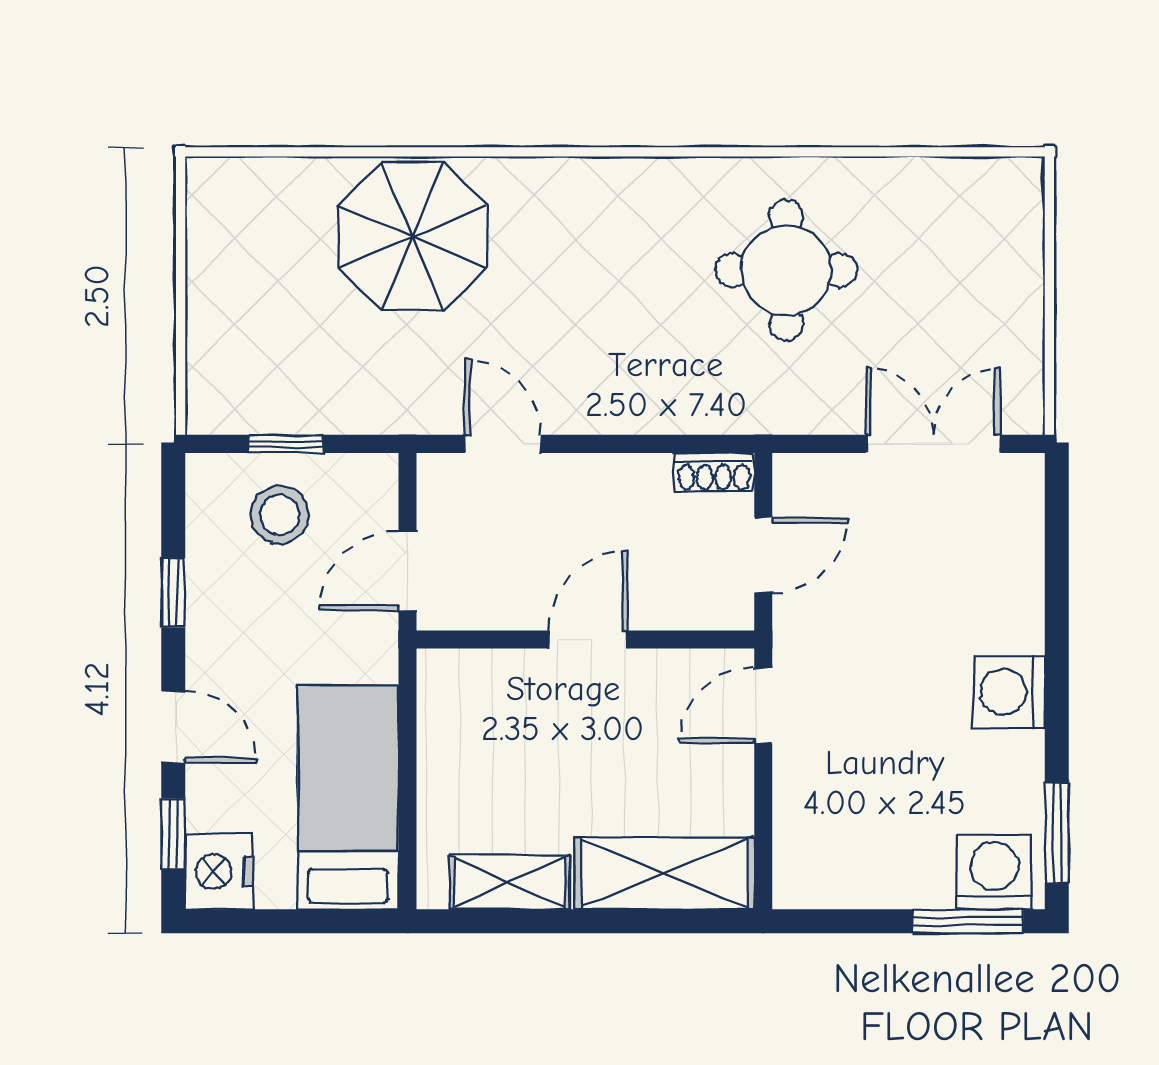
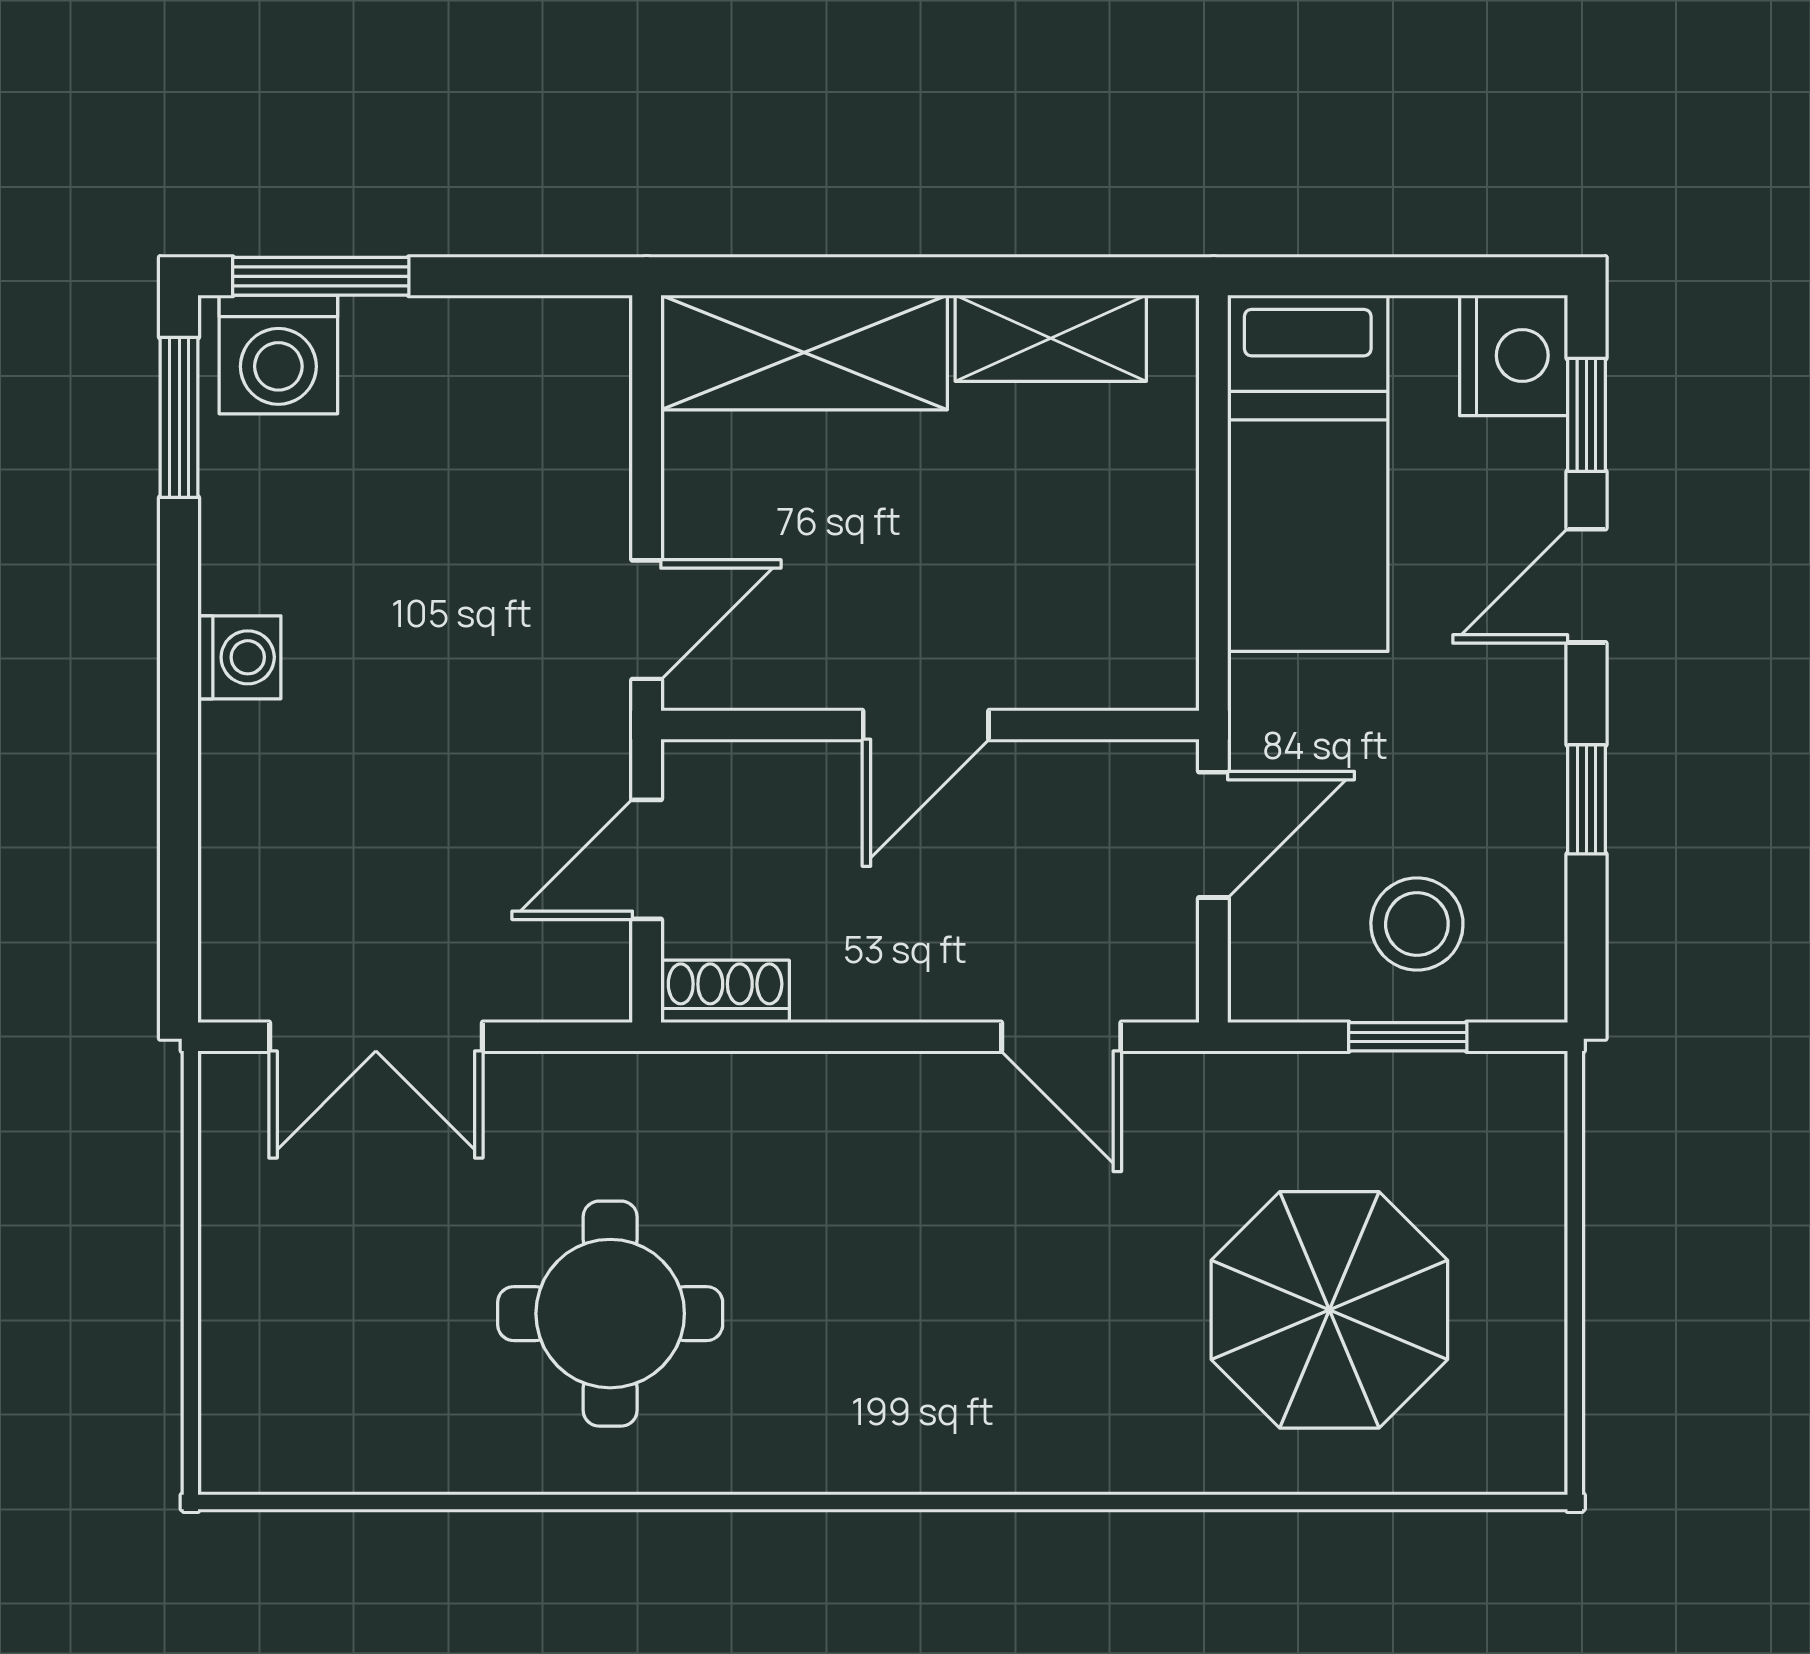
parasol: (413, 236) -> (1329, 1310), moved
washing machine: (1009, 692) -> (239, 657), width x0.73, depth x0.73
door: (173, 727) -> (1587, 586), hinge flipped

